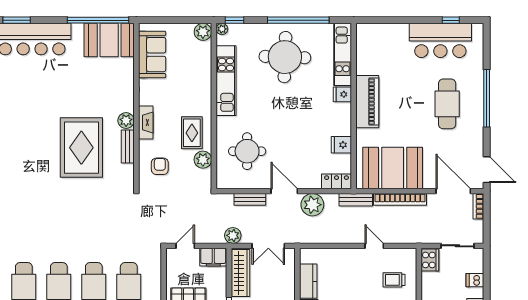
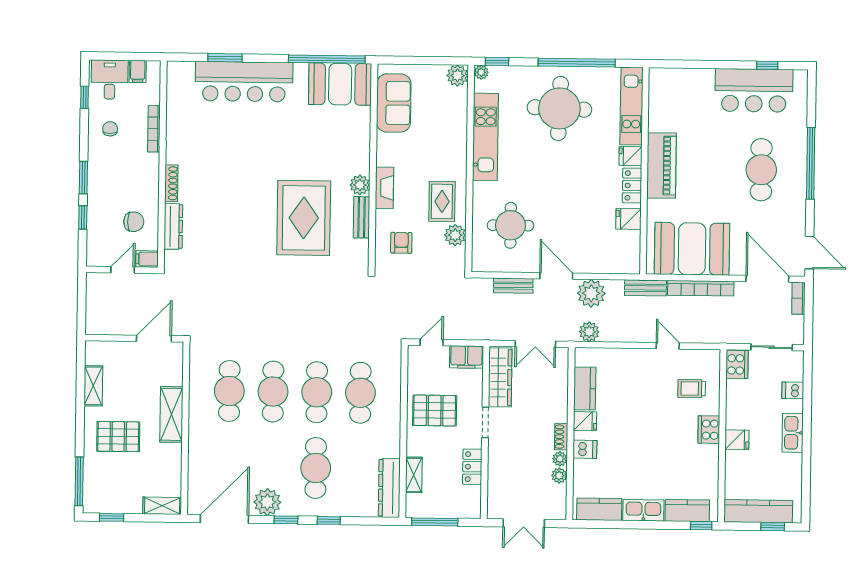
locker: (337, 181) -> (632, 186), moved, turned -90
plant: (233, 235) -> (589, 332), moved

